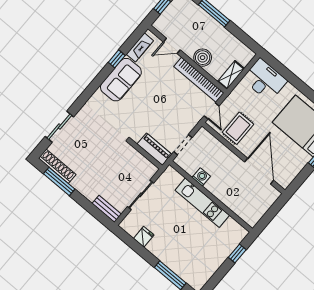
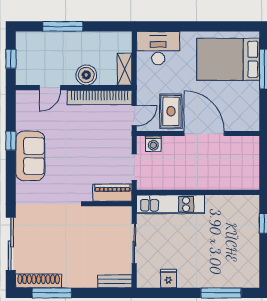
fireplace: (140, 47) -> (23, 113), removed
door: (212, 111) -> (134, 116), hinge flipped
sliding door: (59, 127) -> (11, 244), width x1.37
door: (259, 171) -> (204, 133), moved
washing machine: (201, 177) -> (153, 144), moved, turned 180
kitchen unit: (202, 203) -> (171, 204), moved

